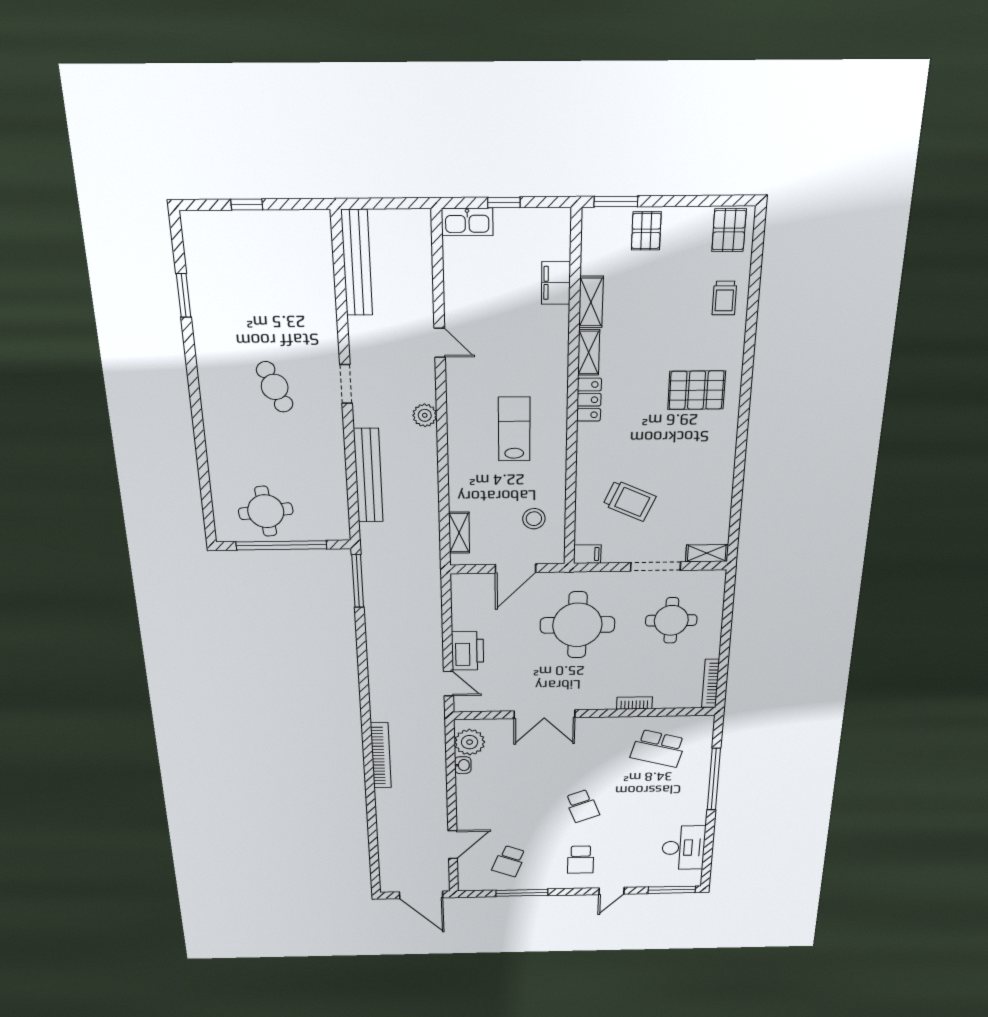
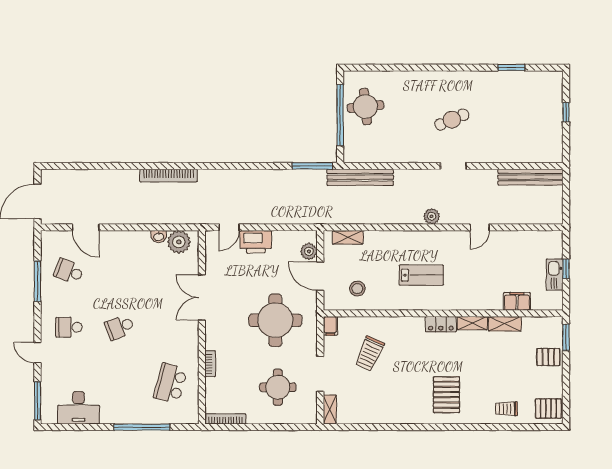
kitchen sink: (467, 222) -> (555, 275), moved
bench: (368, 476) -> (360, 177), moved
plant: (480, 584) -> (309, 251), added

